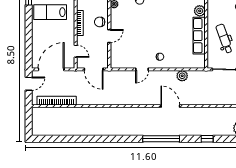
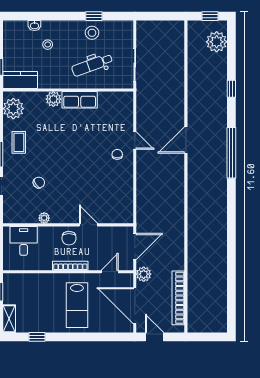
lab bench: (50, 12) -> (77, 305), moved
row of seats: (199, 36) -> (80, 100), width x0.68
door: (142, 69) -> (135, 140), moved
plant: (182, 76) -> (144, 274), moved

